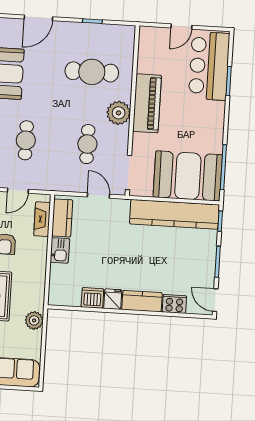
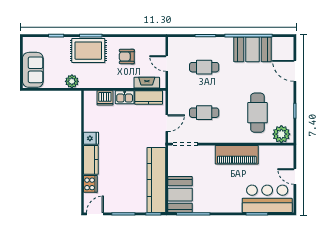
plant: (119, 113) -> (281, 134), moved
booth: (188, 176) -> (180, 195), width x0.73, depth x0.70
dishwasher: (92, 298) -> (105, 98), moved, turned 90

